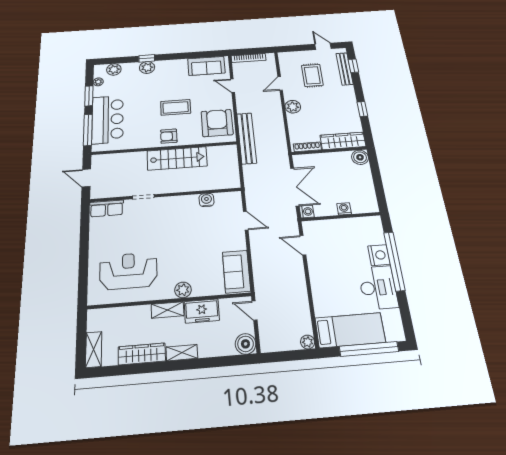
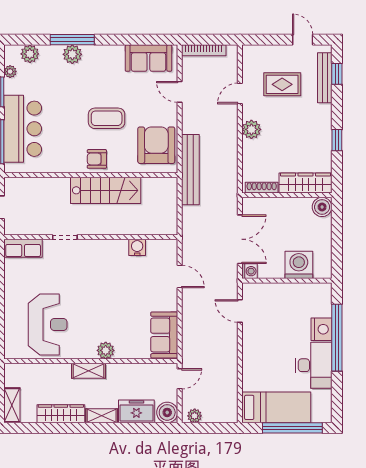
window: (147, 58) -> (72, 40), width x2.17
rug: (312, 75) -> (282, 84), turned 90
washing machine: (344, 209) -> (299, 265), width x1.89, depth x1.89
reception desk: (128, 271) -> (48, 324), turned 90
door: (254, 310) -> (180, 379), swing flipped
freezer: (202, 311) -> (136, 411), moved, turned 180
plant: (308, 342) -> (195, 416), moved

